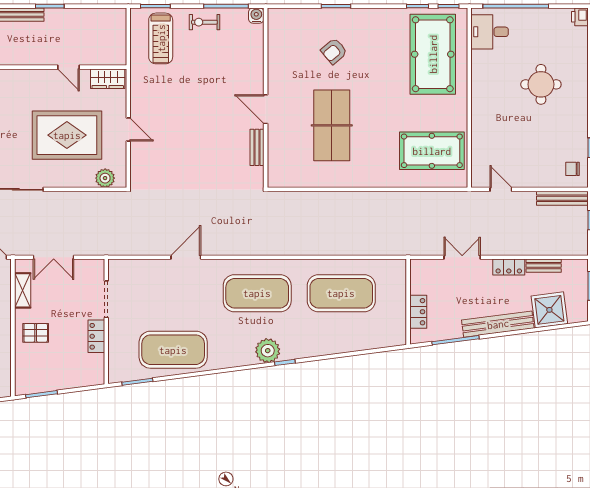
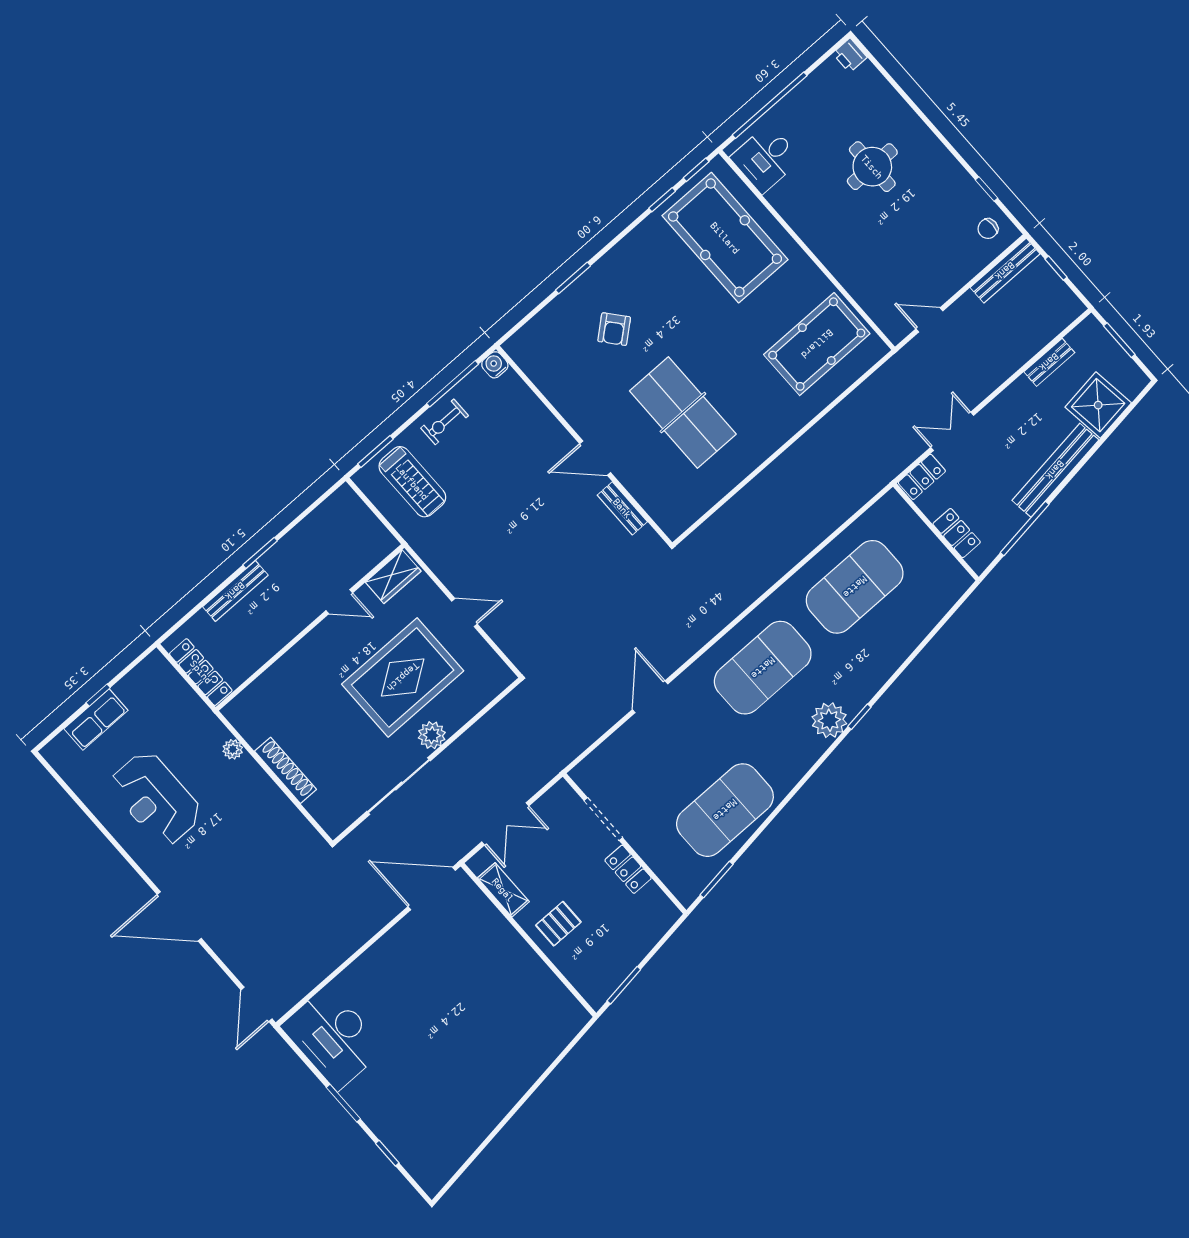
plant: (105, 178) -> (432, 735), moved
locker: (509, 267) -> (922, 477), moved

